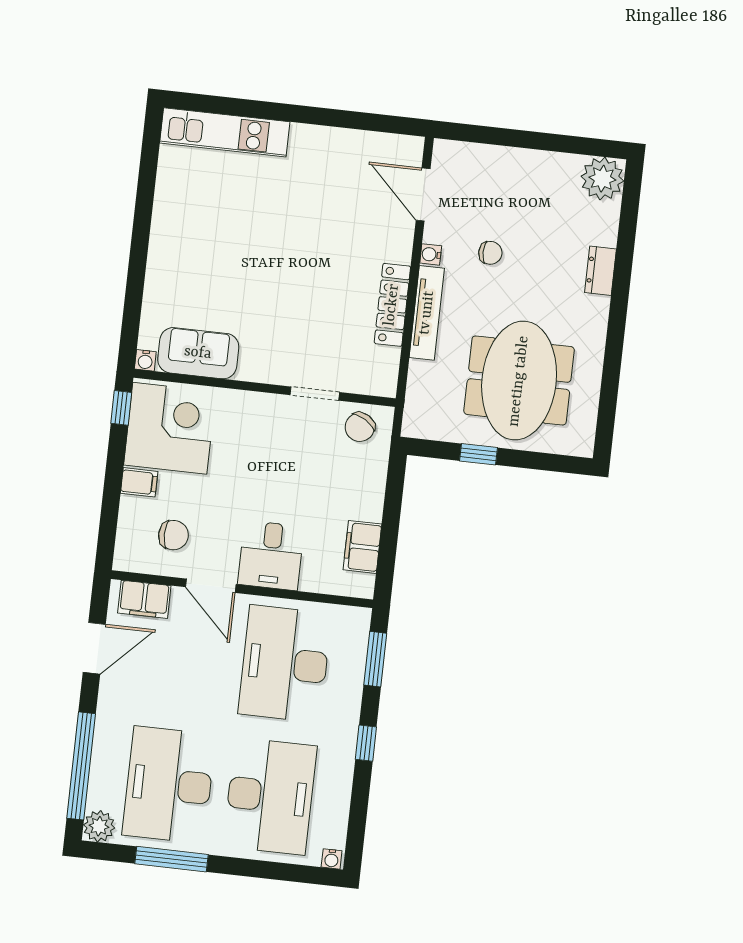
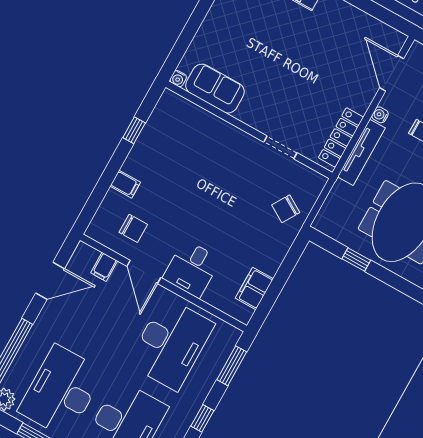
sofa: (198, 353) -> (215, 89), moved
water cooler: (145, 360) -> (178, 79), moved
wall: (265, 388) -> (249, 130), moved
doorway: (315, 394) -> (280, 147), moved
corner desk: (170, 428) -> (160, 157), removed
filing cabinet: (144, 599) -> (104, 267), width x0.50
desk: (285, 664) -> (171, 344), turned 180

